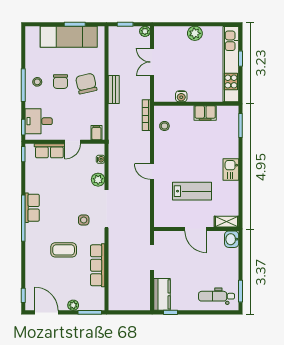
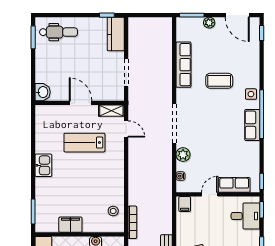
door: (152, 172) -> (126, 129), moved
side table: (84, 220) -> (251, 94), moved
shelving: (227, 222) -> (111, 111), moved

